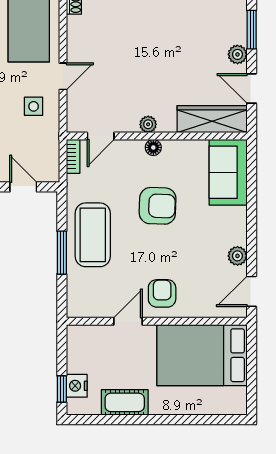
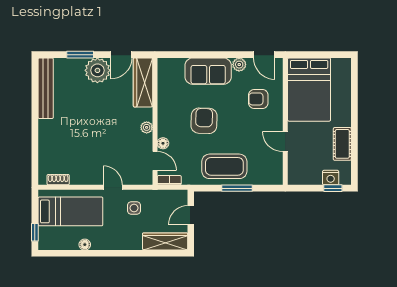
plant: (237, 54) -> (97, 70), width x1.88, depth x1.88
floor lamp: (153, 147) -> (163, 143), moved
sofa: (228, 172) -> (208, 71), moved
armchair: (162, 293) -> (258, 99), moved

